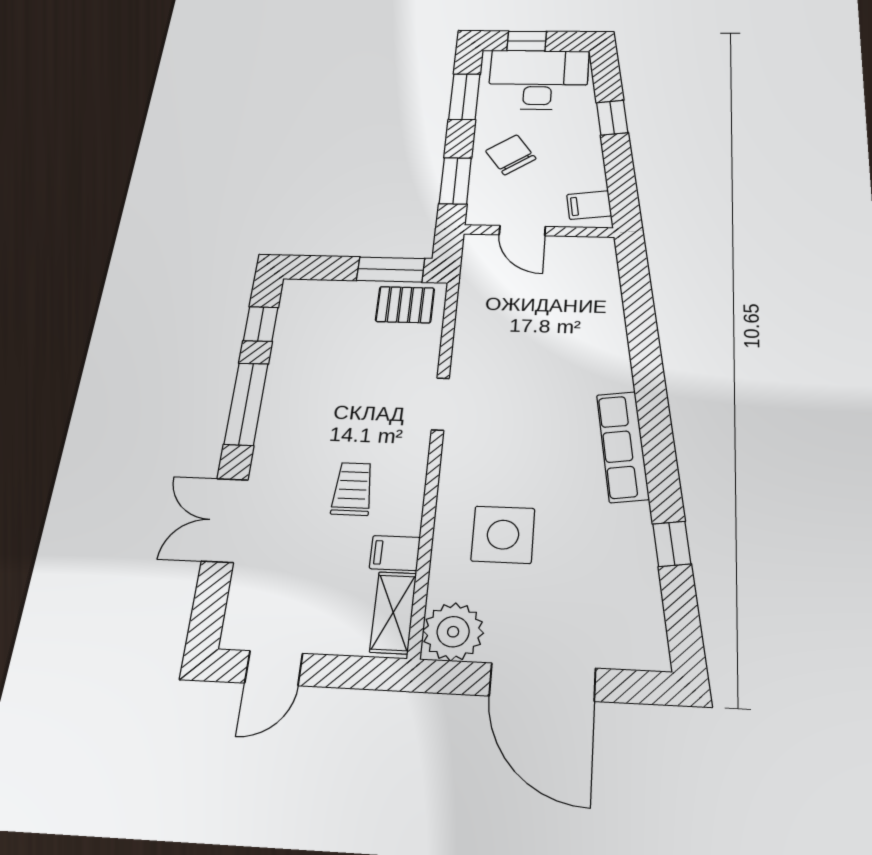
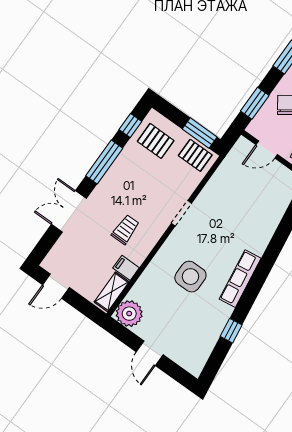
door: (522, 231) -> (267, 150), hinge flipped
pallet: (320, 322) -> (156, 141), added
side table: (503, 535) -> (190, 277), moved
door: (542, 682) -> (150, 353), width x0.53

